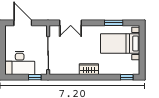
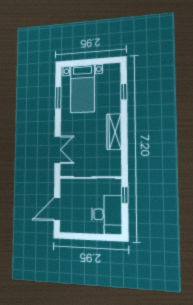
wardrobe: (89, 69) -> (114, 132), width x1.50
window: (127, 77) -> (124, 92), moved

